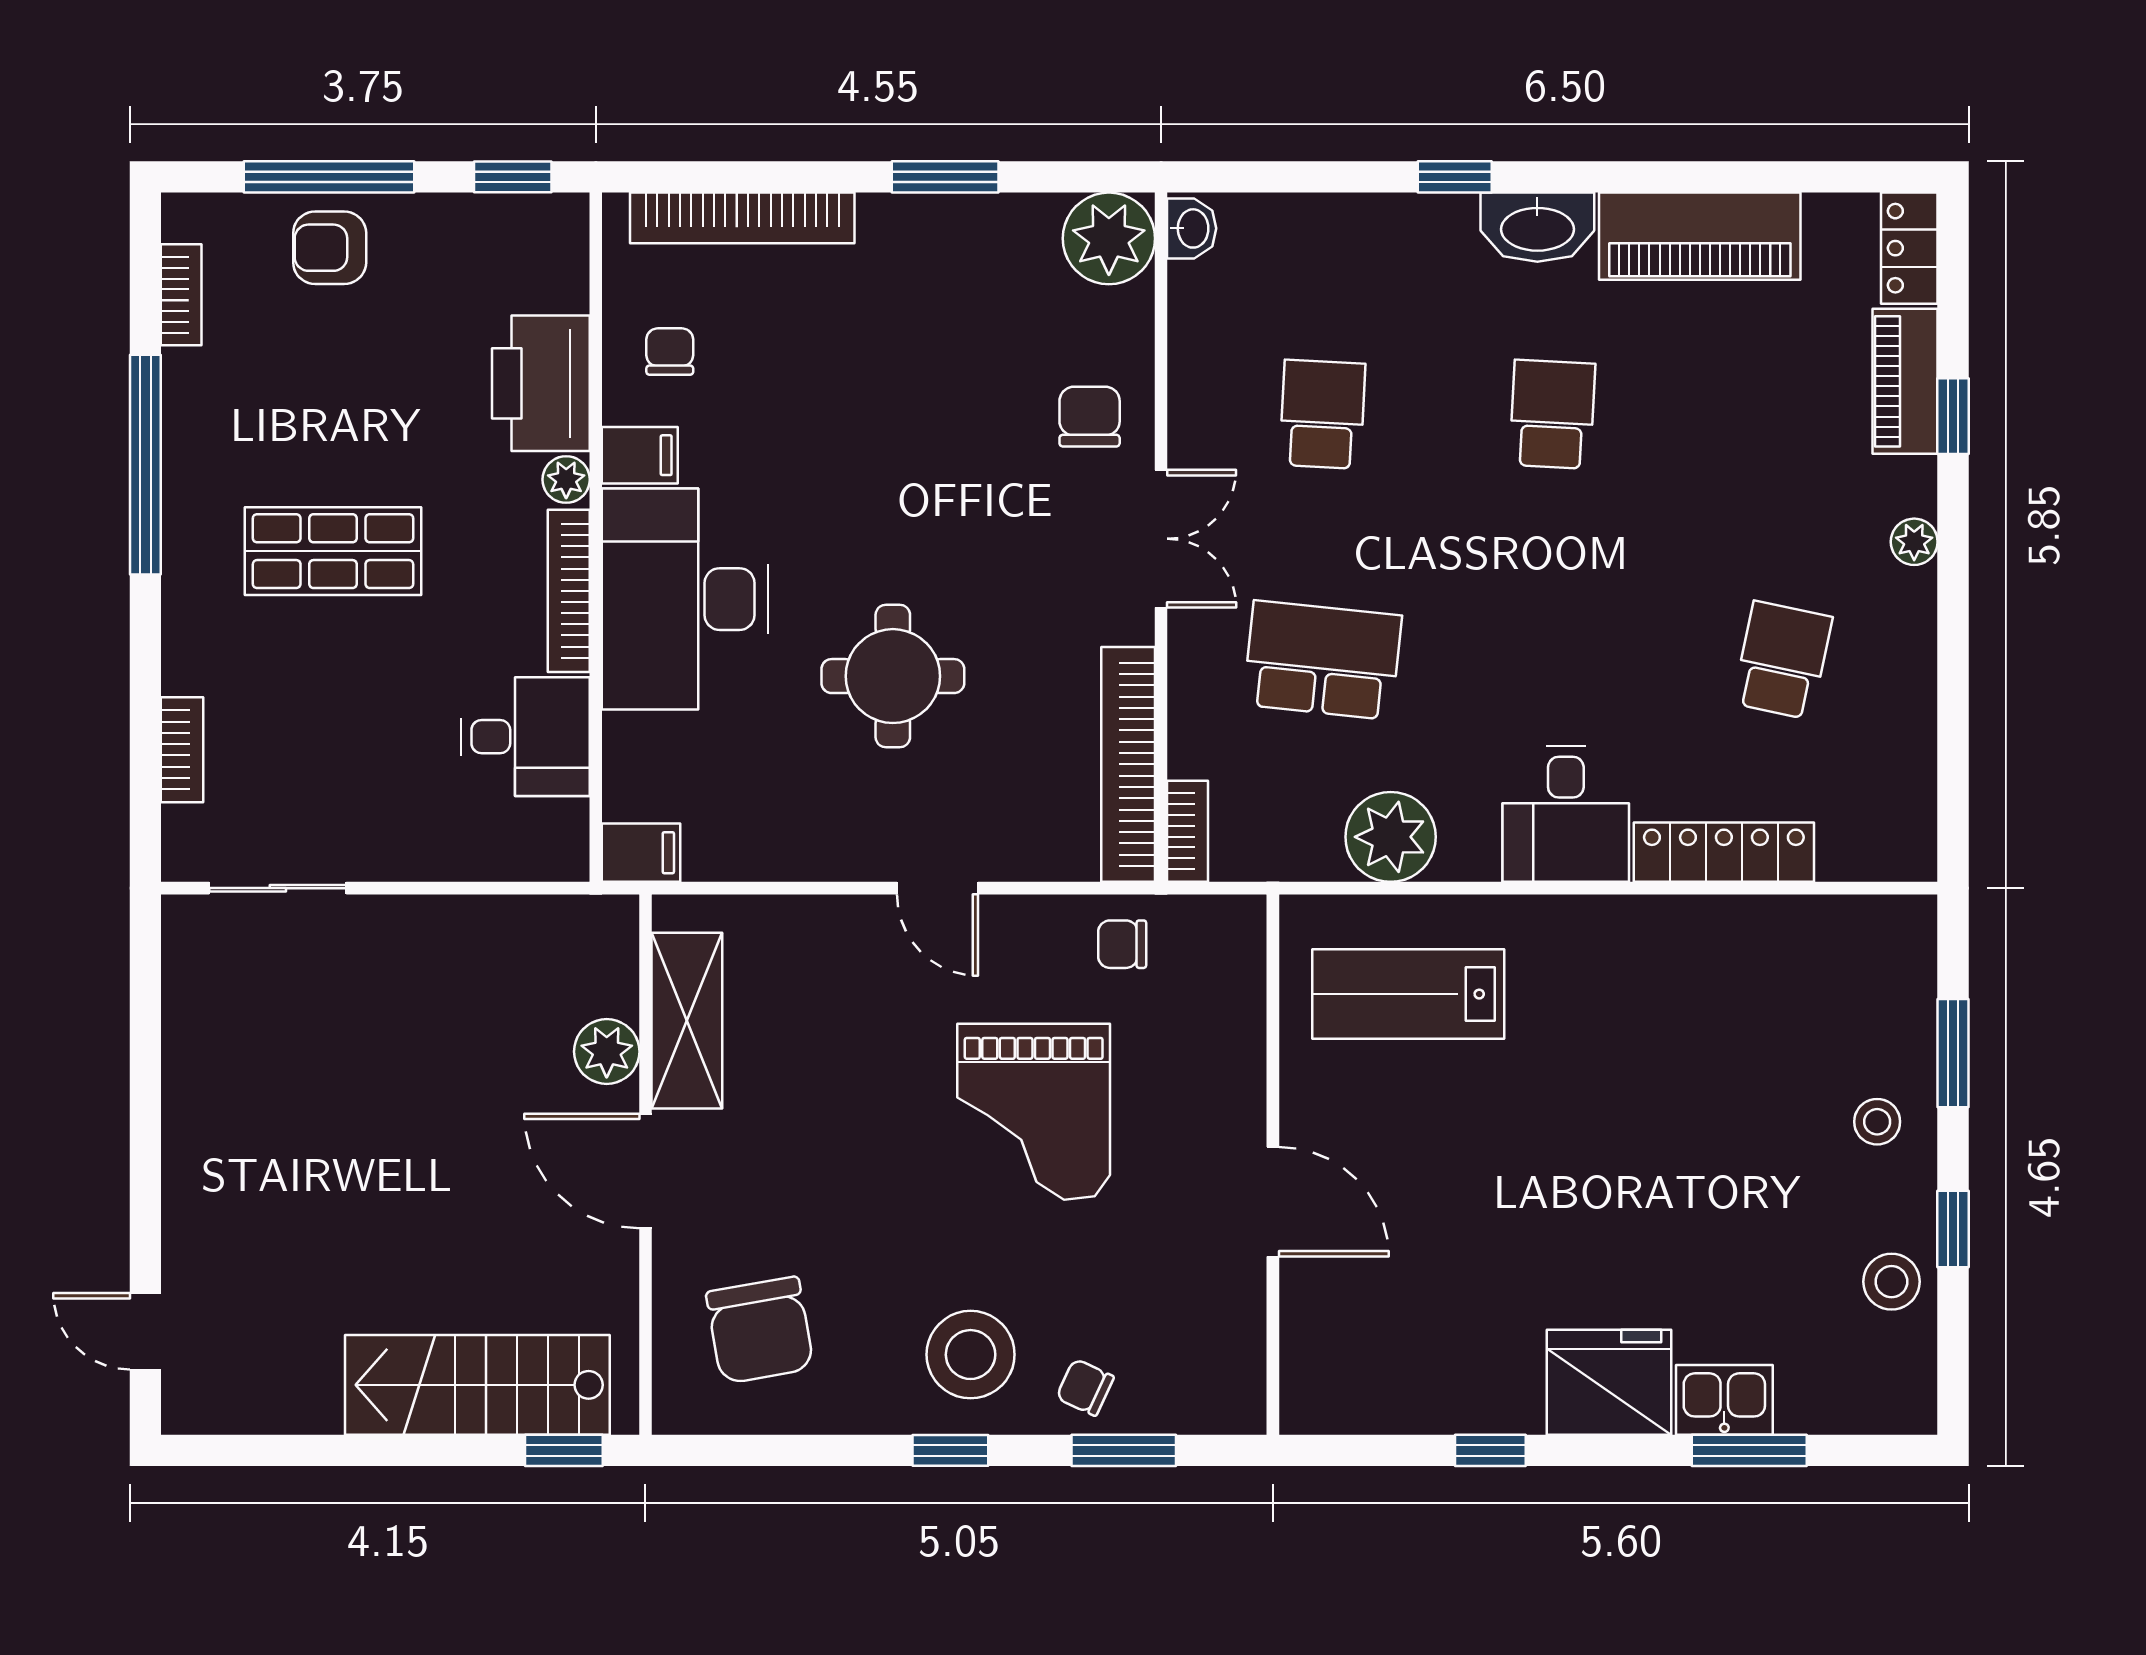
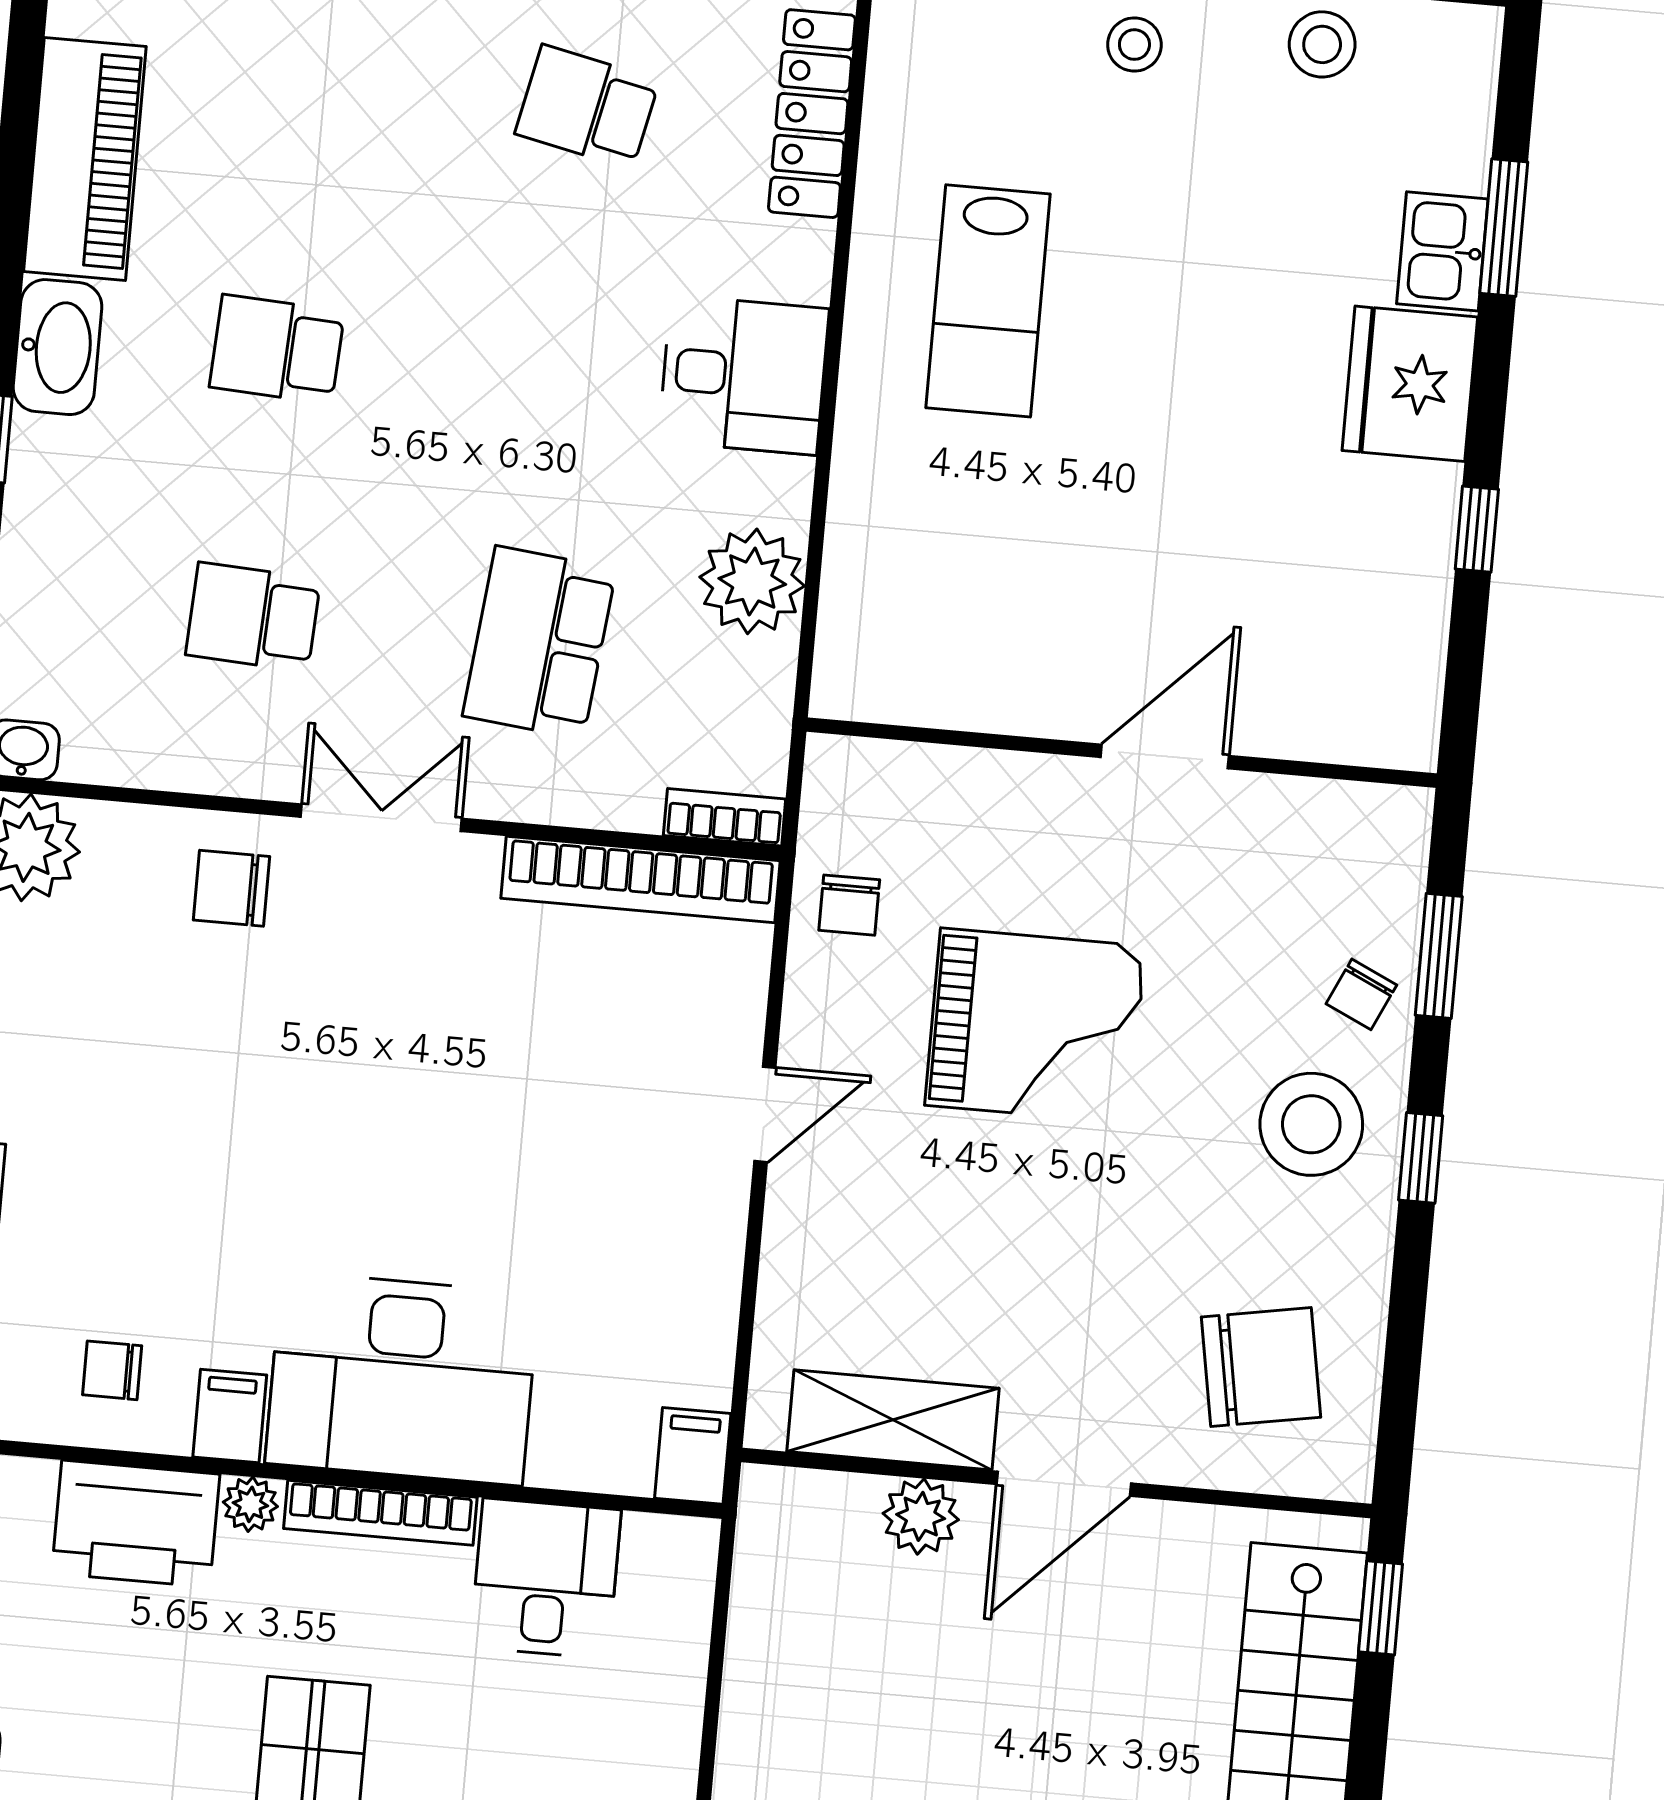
round table: (893, 676) -> (513, 1144), removed
locker: (1724, 852) -> (812, 114), moved
lab bench: (1408, 994) -> (988, 301), moved

